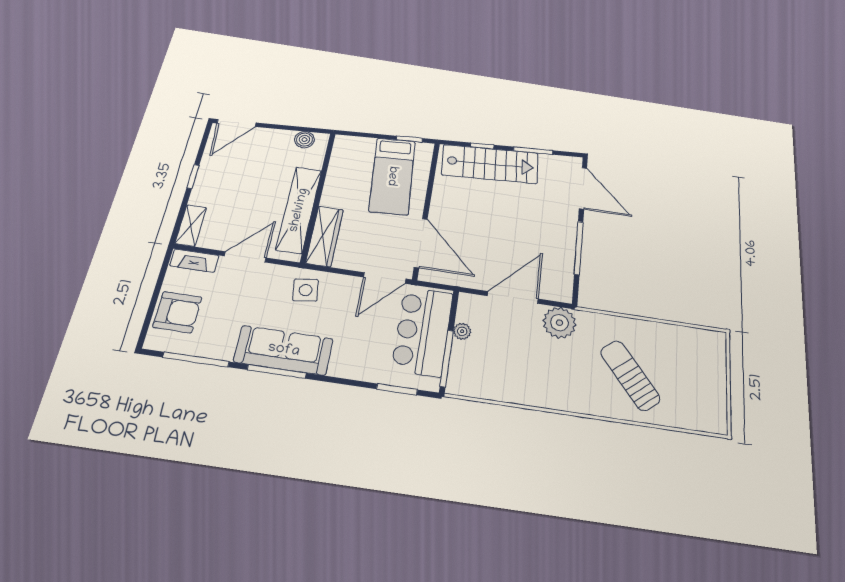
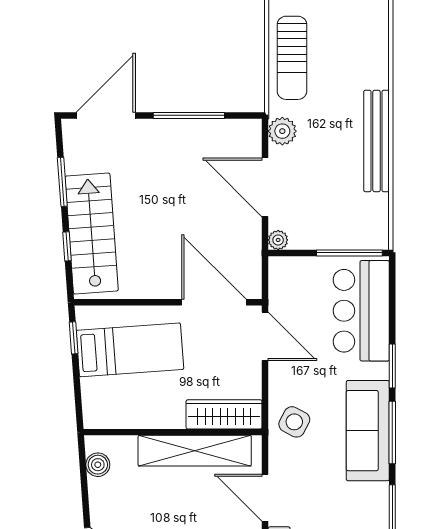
door: (421, 243) -> (214, 302), hinge flipped
side table: (306, 290) -> (294, 422), turned 36
plant: (559, 323) -> (282, 131), width x0.73, depth x0.73
bar counter: (423, 331) -> (361, 311), moved, turned 90
plant: (462, 331) -> (278, 240), moved
sun lounger: (630, 375) -> (292, 58), moved, turned -51
window: (397, 389) -> (392, 366), moved
bench: (545, 397) -> (377, 141), added

